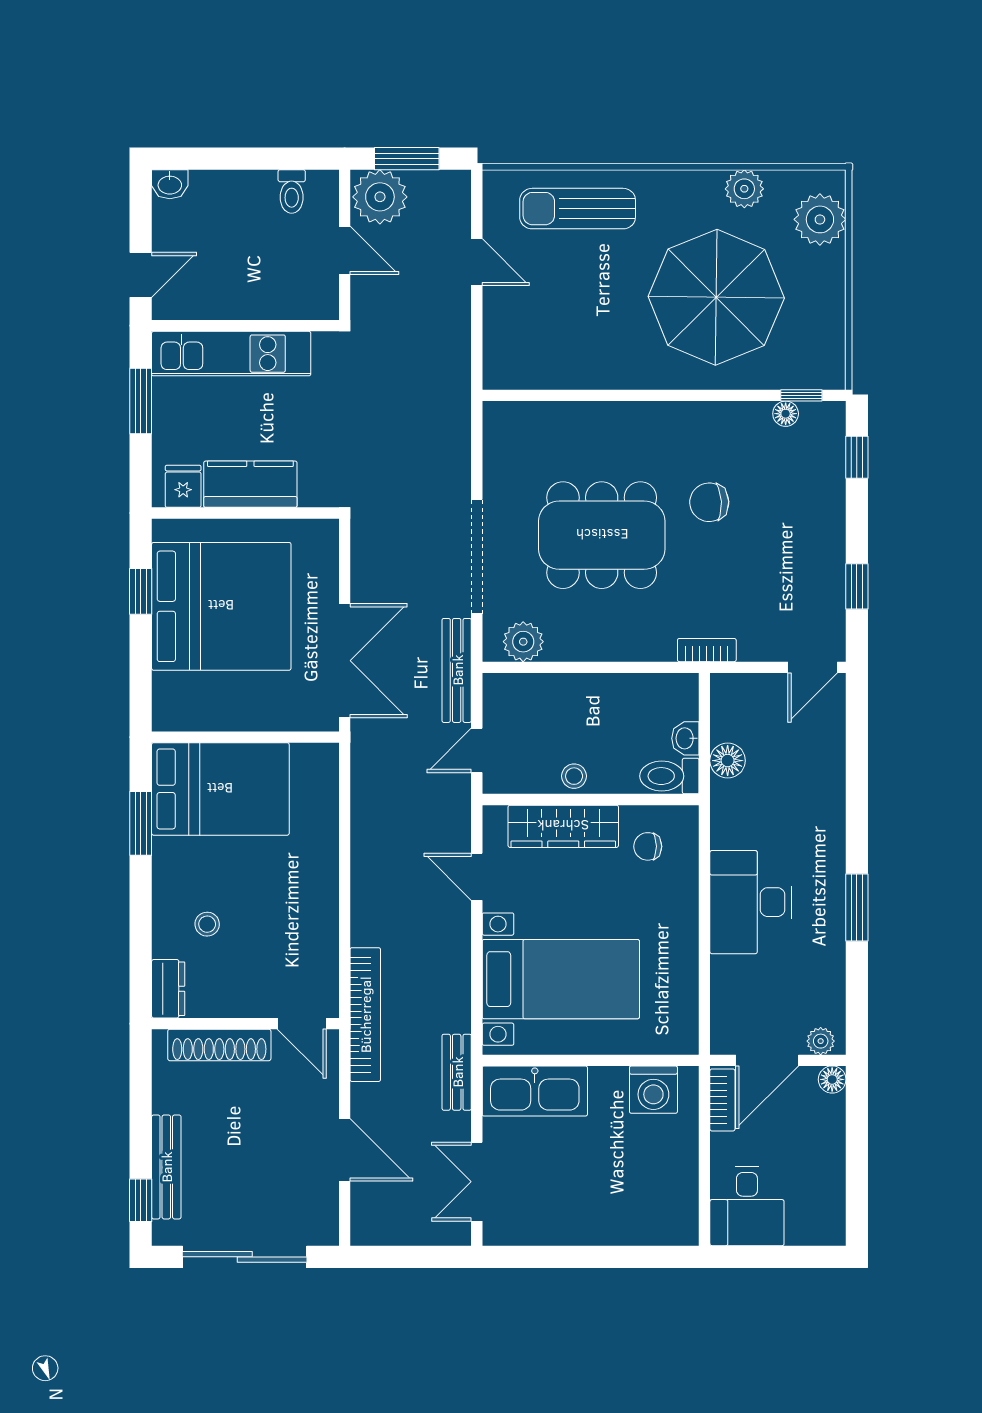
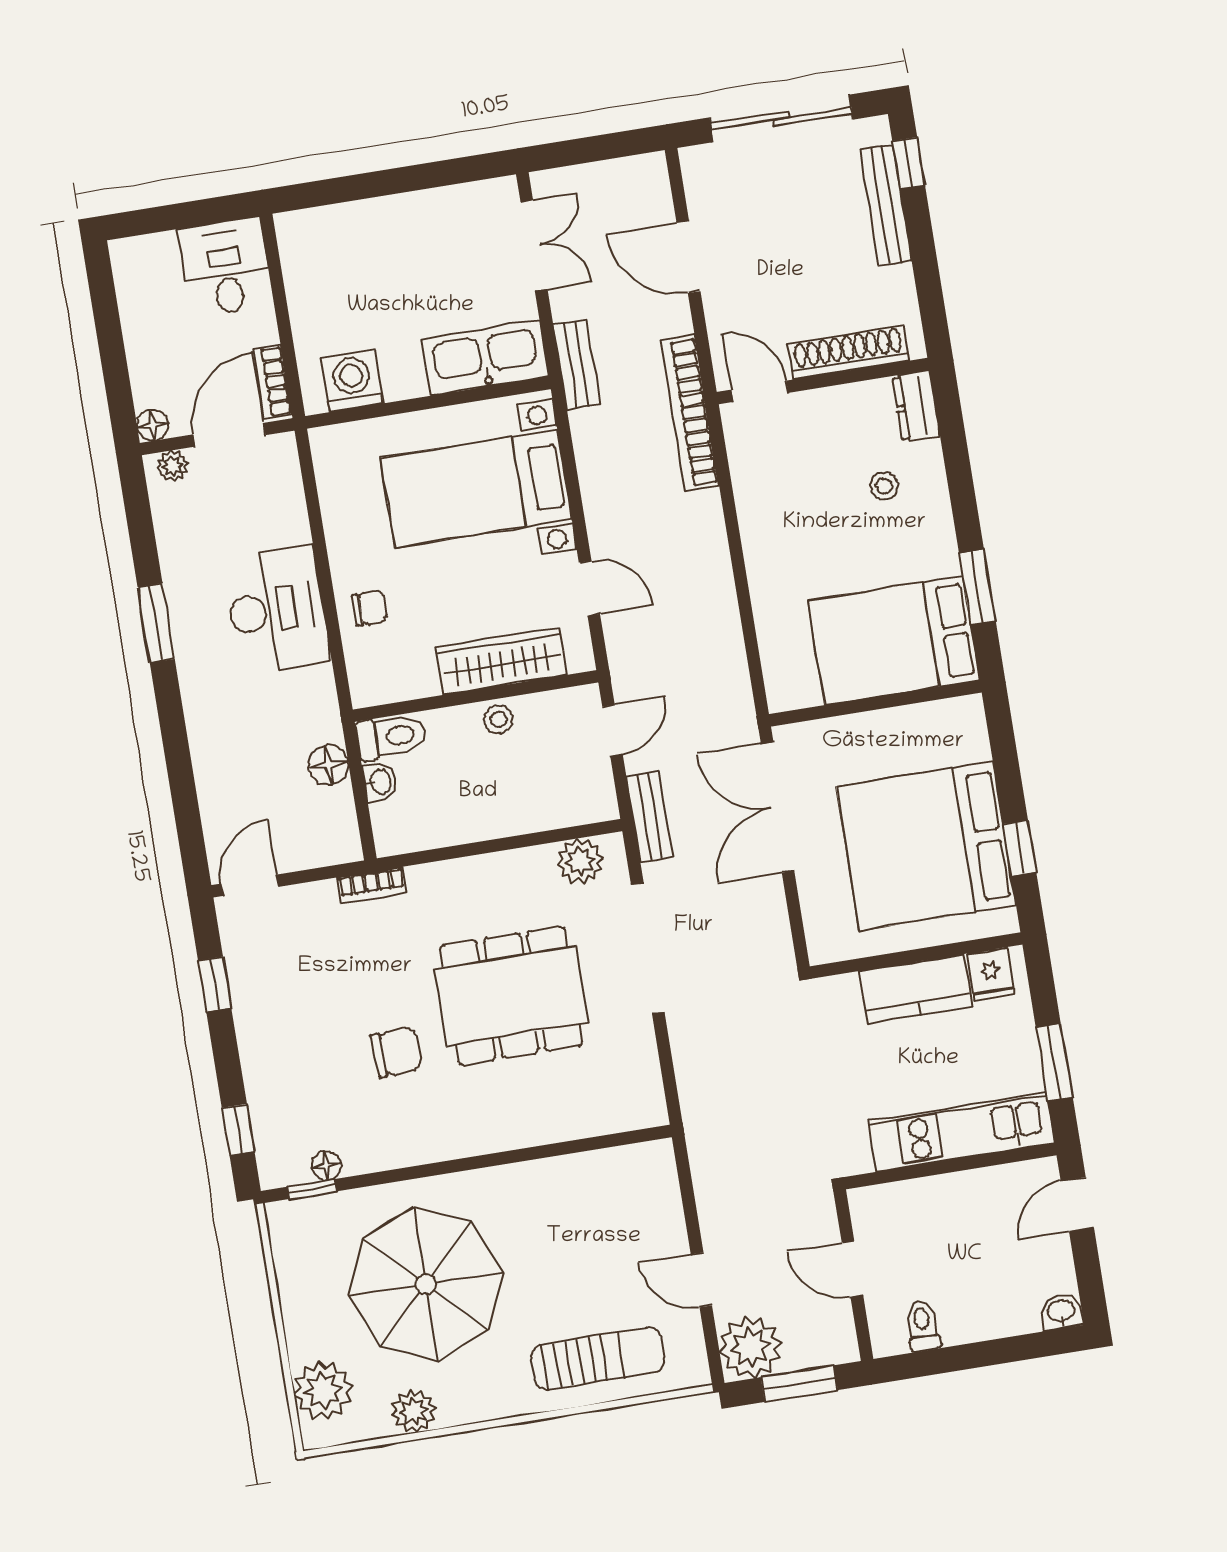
plant: (380, 197) -> (750, 1347), moved
bench: (457, 670) -> (650, 817), width x0.73
chair: (648, 846) -> (370, 608), moved

